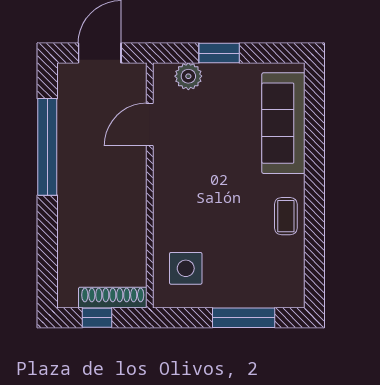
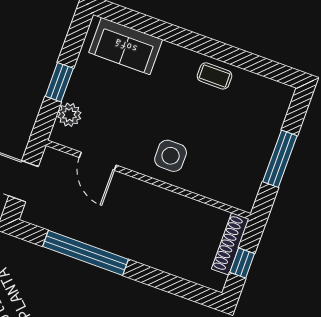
sofa: (283, 123) -> (126, 46), width x0.73
side table: (186, 268) -> (171, 156), moved
window: (244, 318) -> (280, 159), moved

